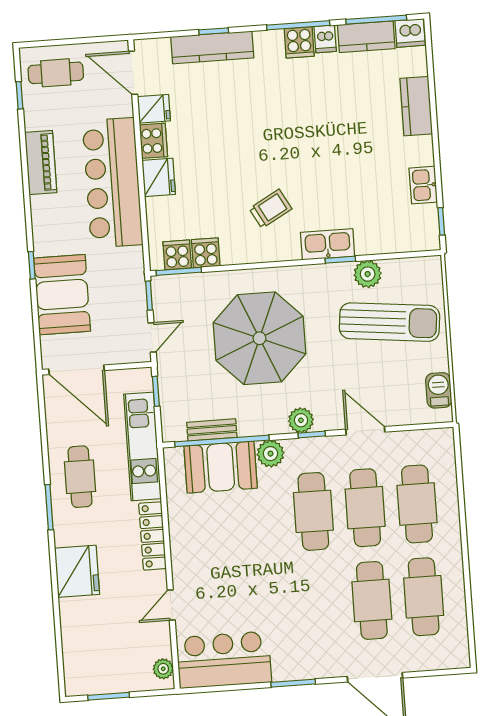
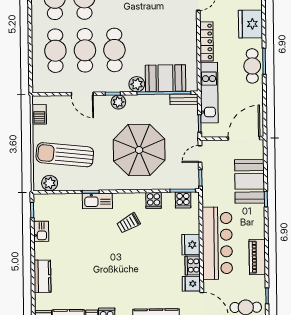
cooker: (206, 253) -> (154, 200), moved
plant: (368, 274) -> (50, 183), moved
door: (76, 370) -> (244, 138), hinge flipped
bench: (212, 430) -> (184, 99), moved
cafe table: (80, 477) -> (252, 66), moved

